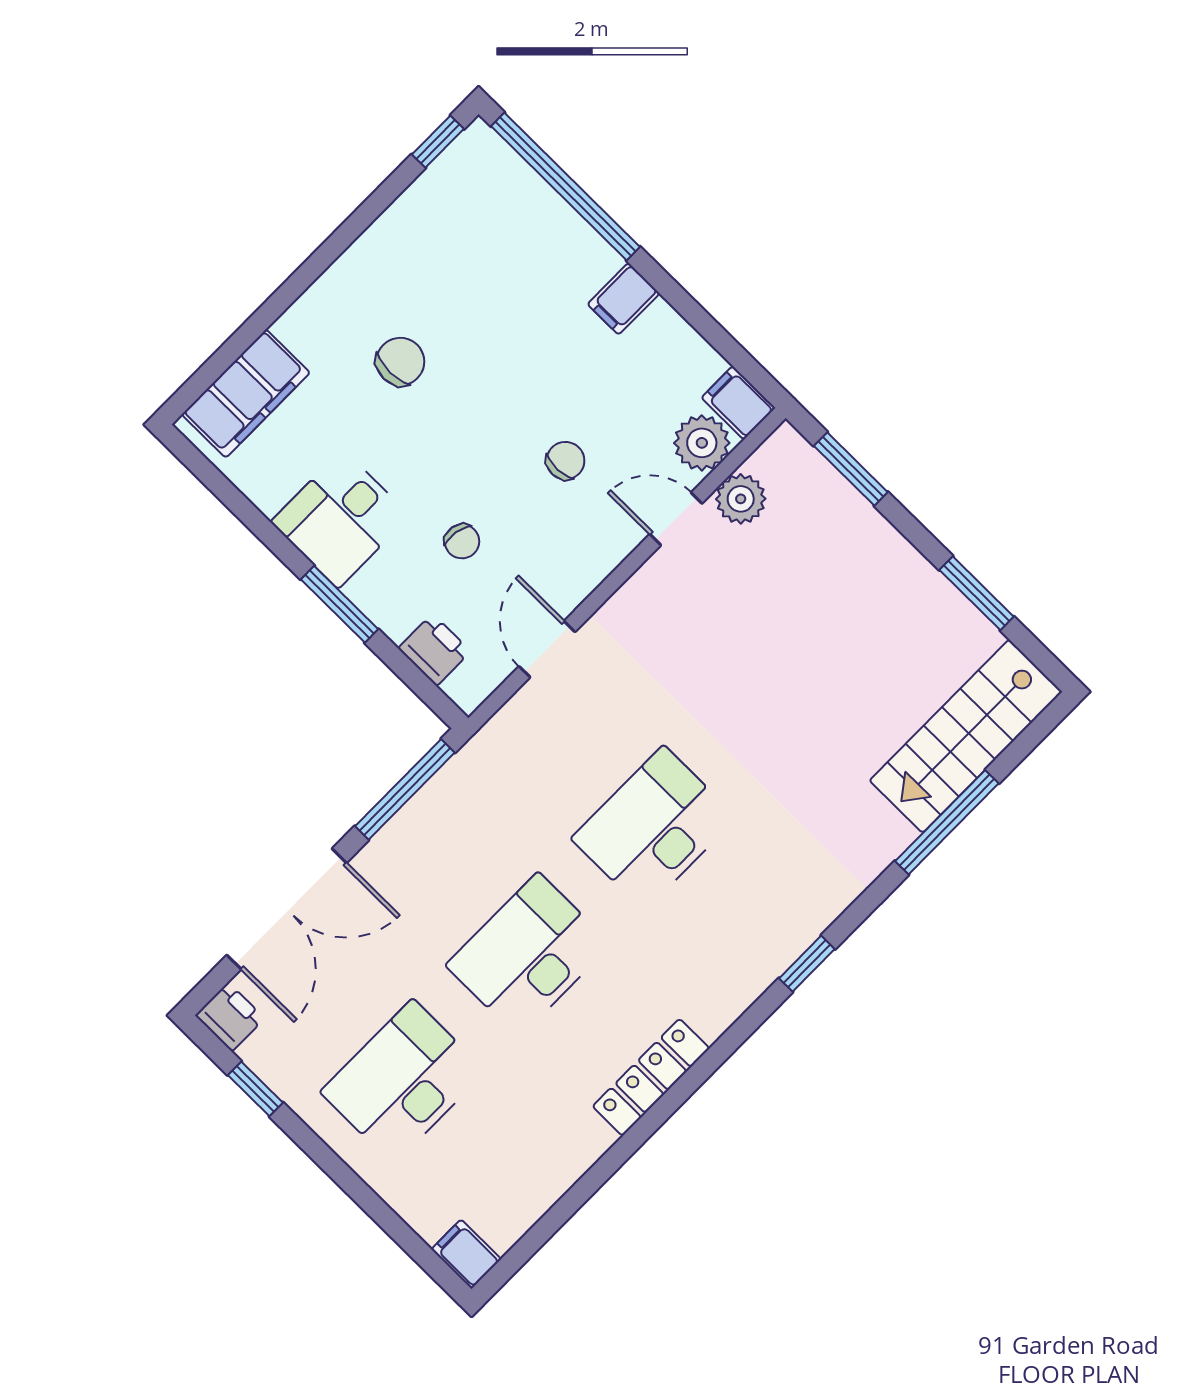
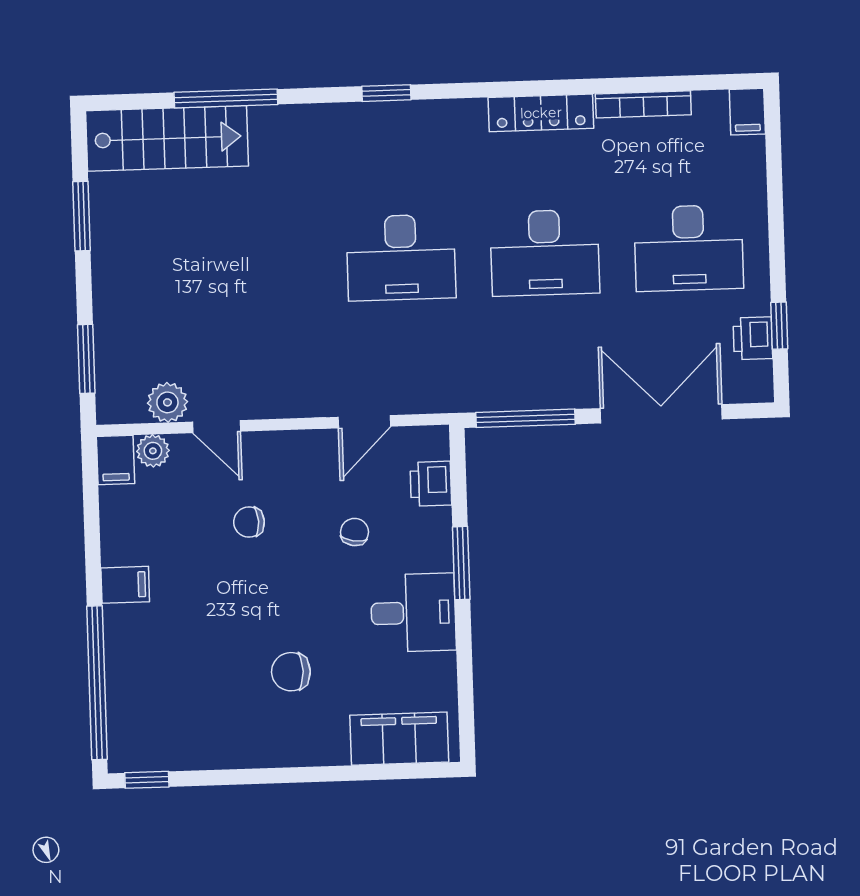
plant: (702, 443) -> (153, 451), width x0.73, depth x0.73
printer: (230, 1017) -> (753, 338), moved
bookcase: (566, 1172) -> (643, 104), added

